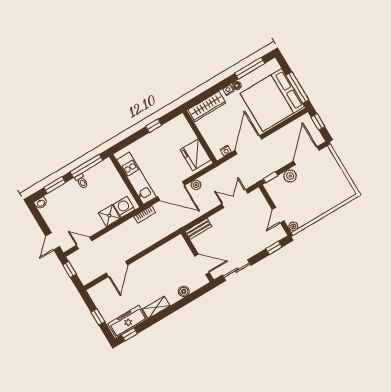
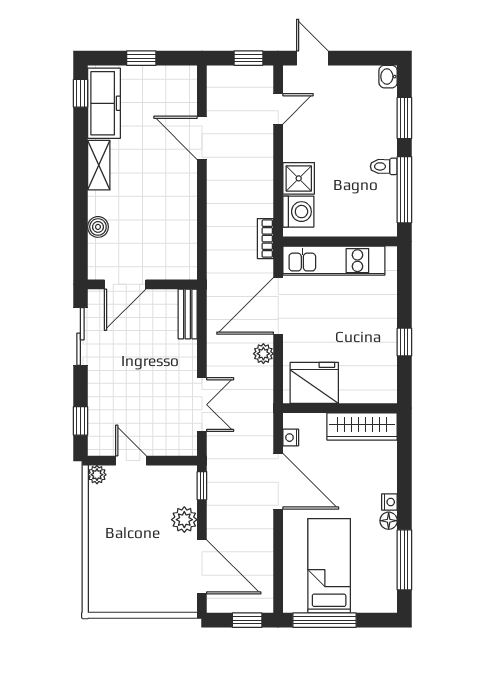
bed: (272, 100) -> (329, 566), width x0.49
wardrobe: (207, 106) -> (362, 427), moved, turned -90

